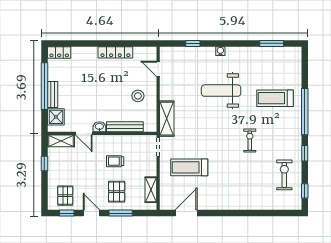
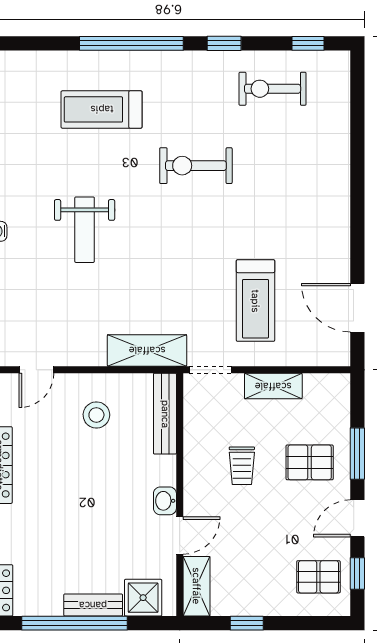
weight bench: (221, 91) -> (85, 230), width x0.73, depth x0.75
treadmill: (275, 98) -> (102, 109), turned 90
bench: (125, 127) -> (165, 414), moved
exercise bike: (250, 141) -> (196, 166), width x1.38, depth x1.39
shelving: (151, 190) -> (273, 386), moved

